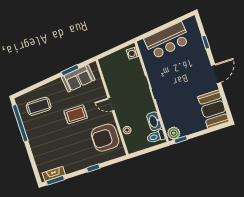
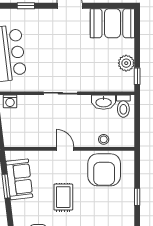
door: (111, 104) -> (65, 149), swing flipped
plant: (174, 133) -> (126, 63), moved

